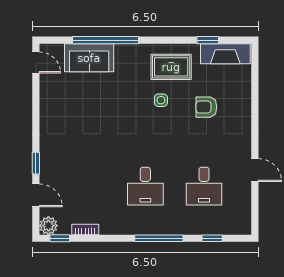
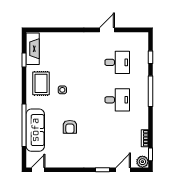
sofa: (89, 58) -> (35, 130), width x1.36
armchair: (206, 107) -> (70, 127), moved

